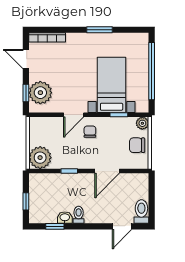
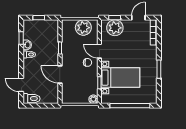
chair: (137, 145) -> (78, 95), removed
plant: (40, 158) -> (83, 28), moved

